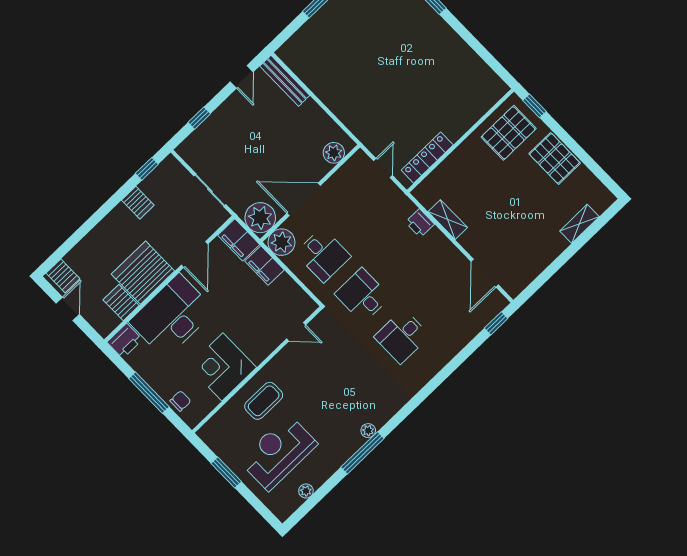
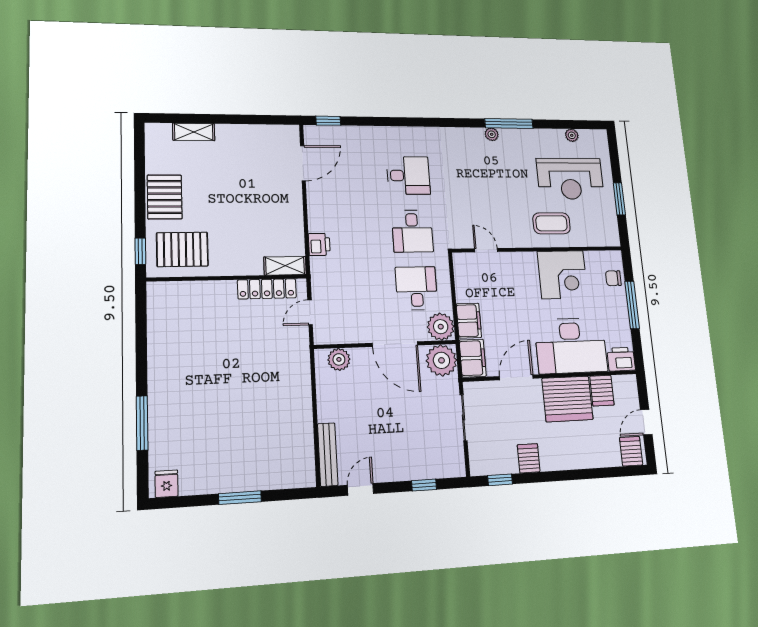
shelving: (448, 220) -> (285, 266), moved, turned 90

